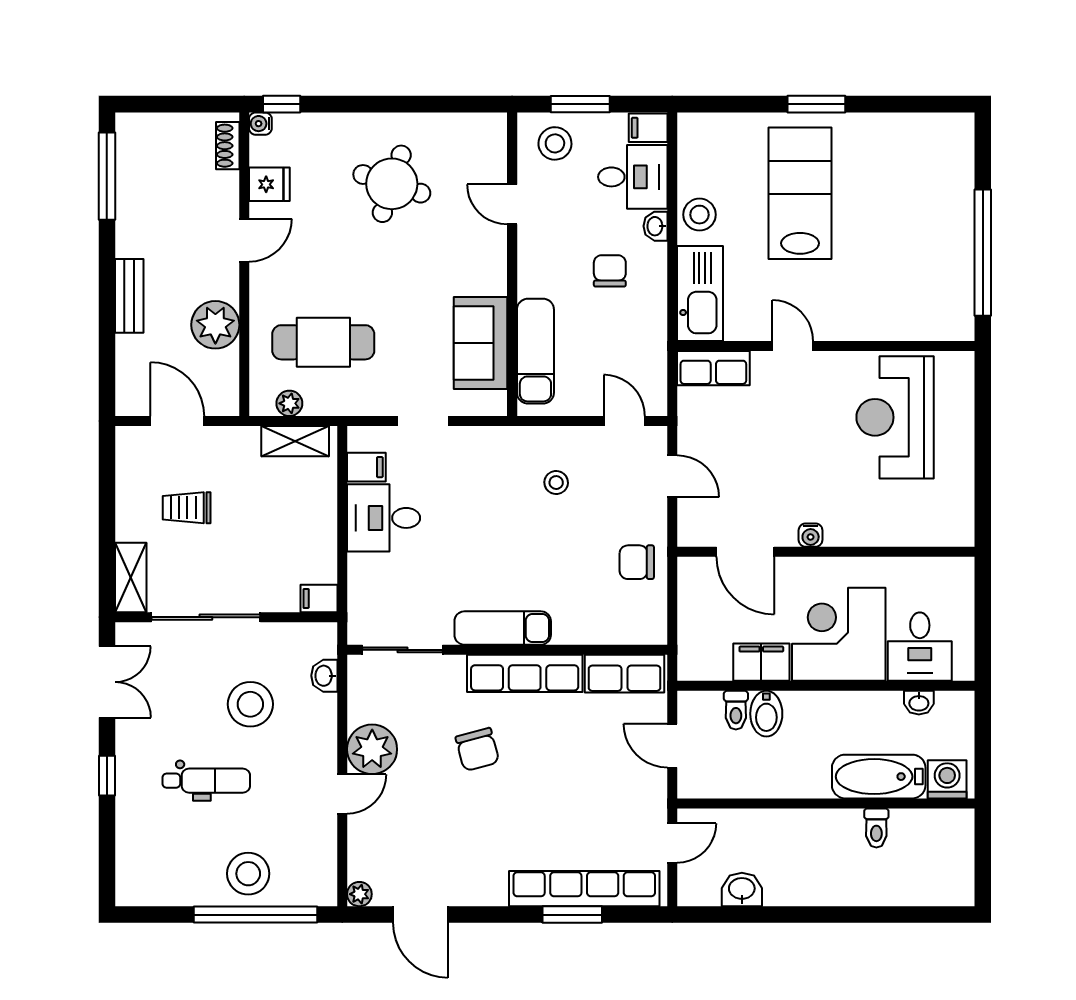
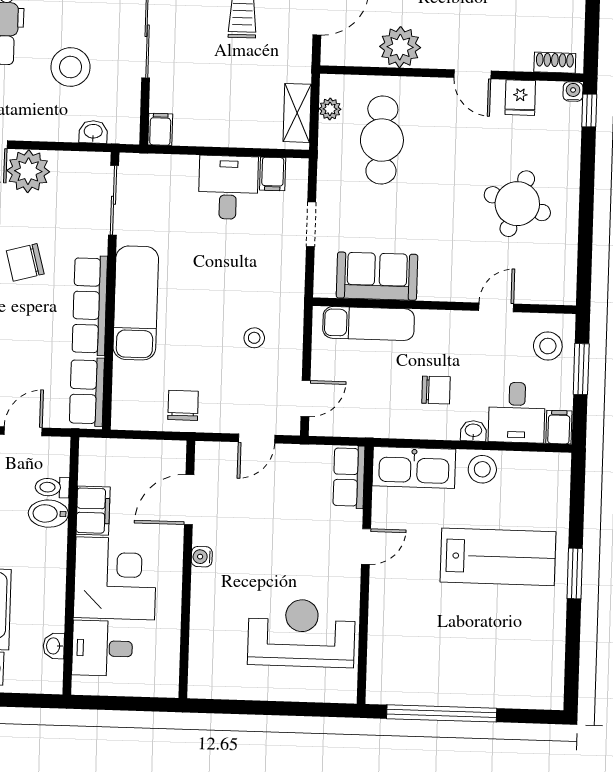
exam couch: (503, 628) -> (136, 303), width x1.36, depth x1.45

